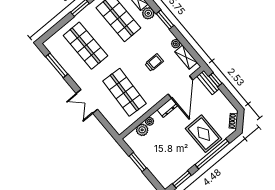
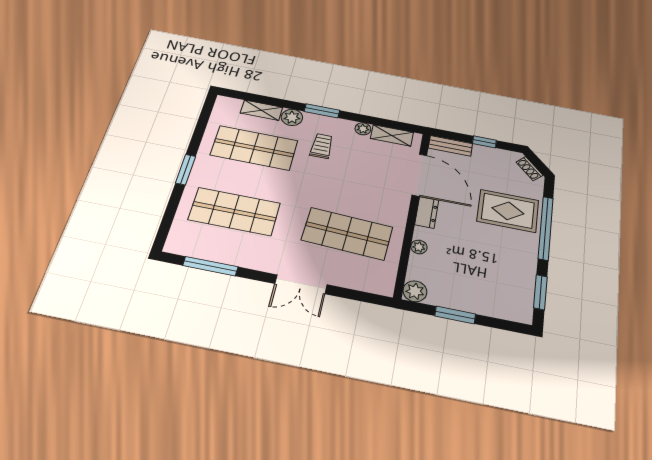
trolley: (154, 62) -> (322, 146), moved
window: (215, 80) -> (484, 142), moved
plant: (142, 130) -> (415, 291), moved

